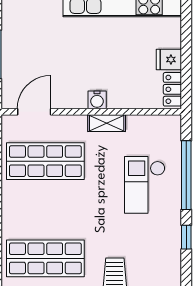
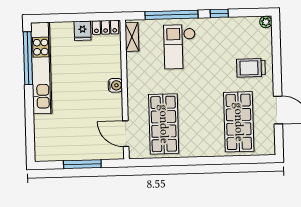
shelving: (107, 123) -> (132, 37), moved
checkout: (145, 185) -> (180, 47), turned 90

